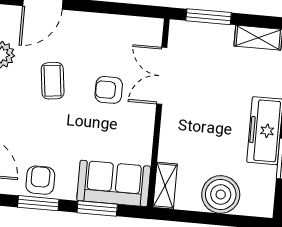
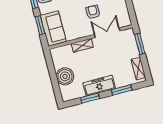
shelving: (165, 186) -> (82, 45), moved

